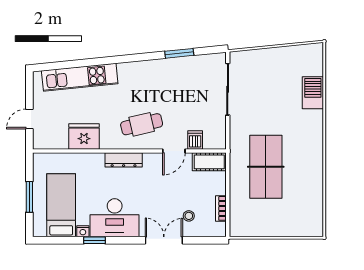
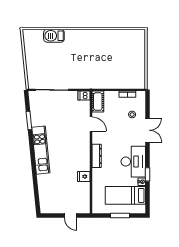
kitchen unit: (80, 77) -> (41, 150), moved
cafe table: (142, 124) -> (74, 144), removed
fridge: (84, 137) -> (84, 176), width x0.53, depth x0.75
dishwasher: (195, 140) -> (84, 95), moved
table tennis table: (266, 167) -> (101, 66), removed
double door: (164, 240) -> (148, 130), swing flipped

